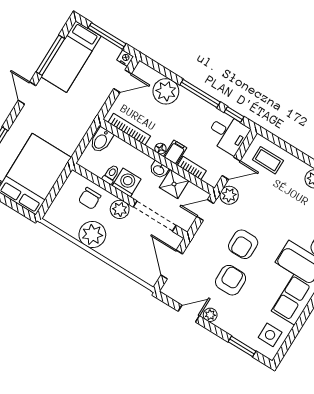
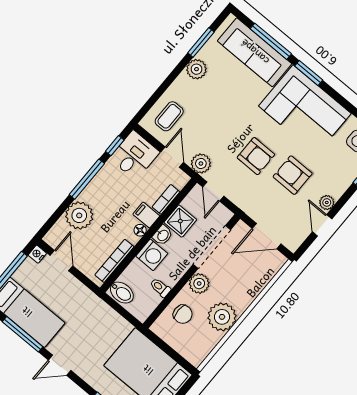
washing machine: (127, 182) -> (152, 255), moved, turned 180

